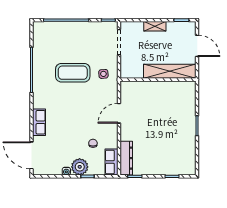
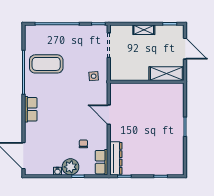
shelving: (170, 71) -> (166, 74), width x0.68
coffee table: (73, 73) -> (46, 64), moved
door: (119, 113) -> (109, 115), hinge flipped
row of seats: (39, 122) -> (31, 109), moved

